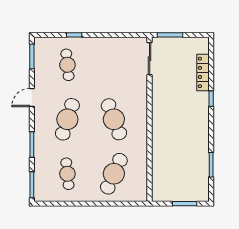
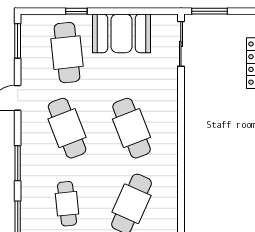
booth: (107, 51) -> (121, 33), added
cafe table: (67, 65) -> (67, 53), width x1.37, depth x1.35
cafe table: (67, 119) -> (67, 128), turned -39

